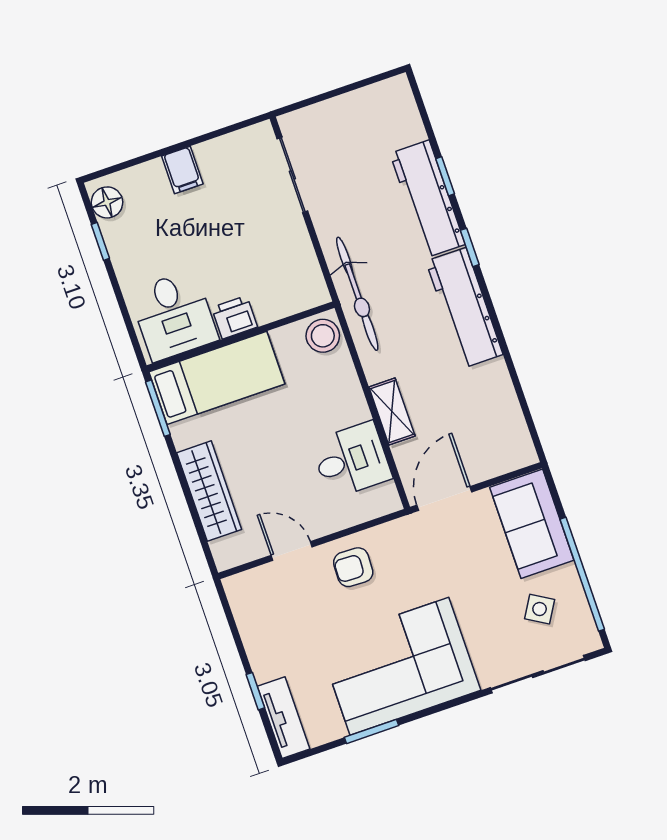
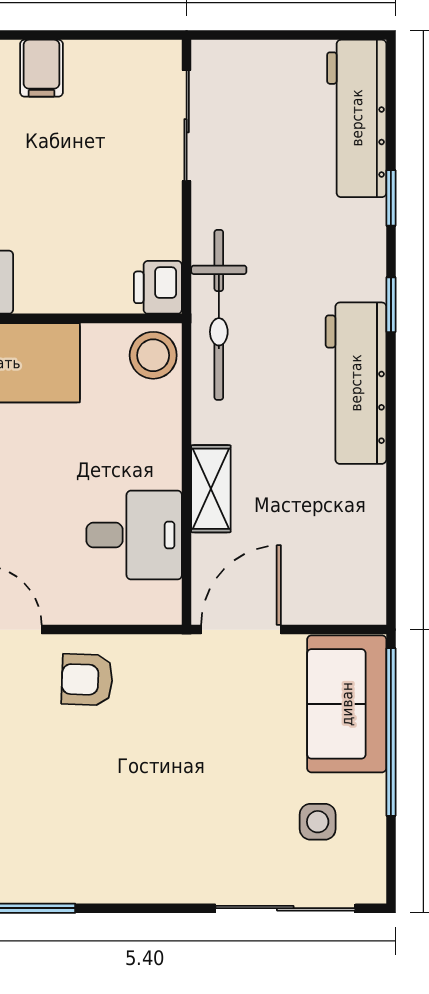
workbench: (427, 199) -> (357, 118), moved
printer: (234, 317) -> (158, 287), moved, turned -90
window: (582, 574) -> (391, 732), moved
side table: (540, 609) -> (318, 822), turned -31
corner sofa: (399, 666) -> (103, 834), removed

